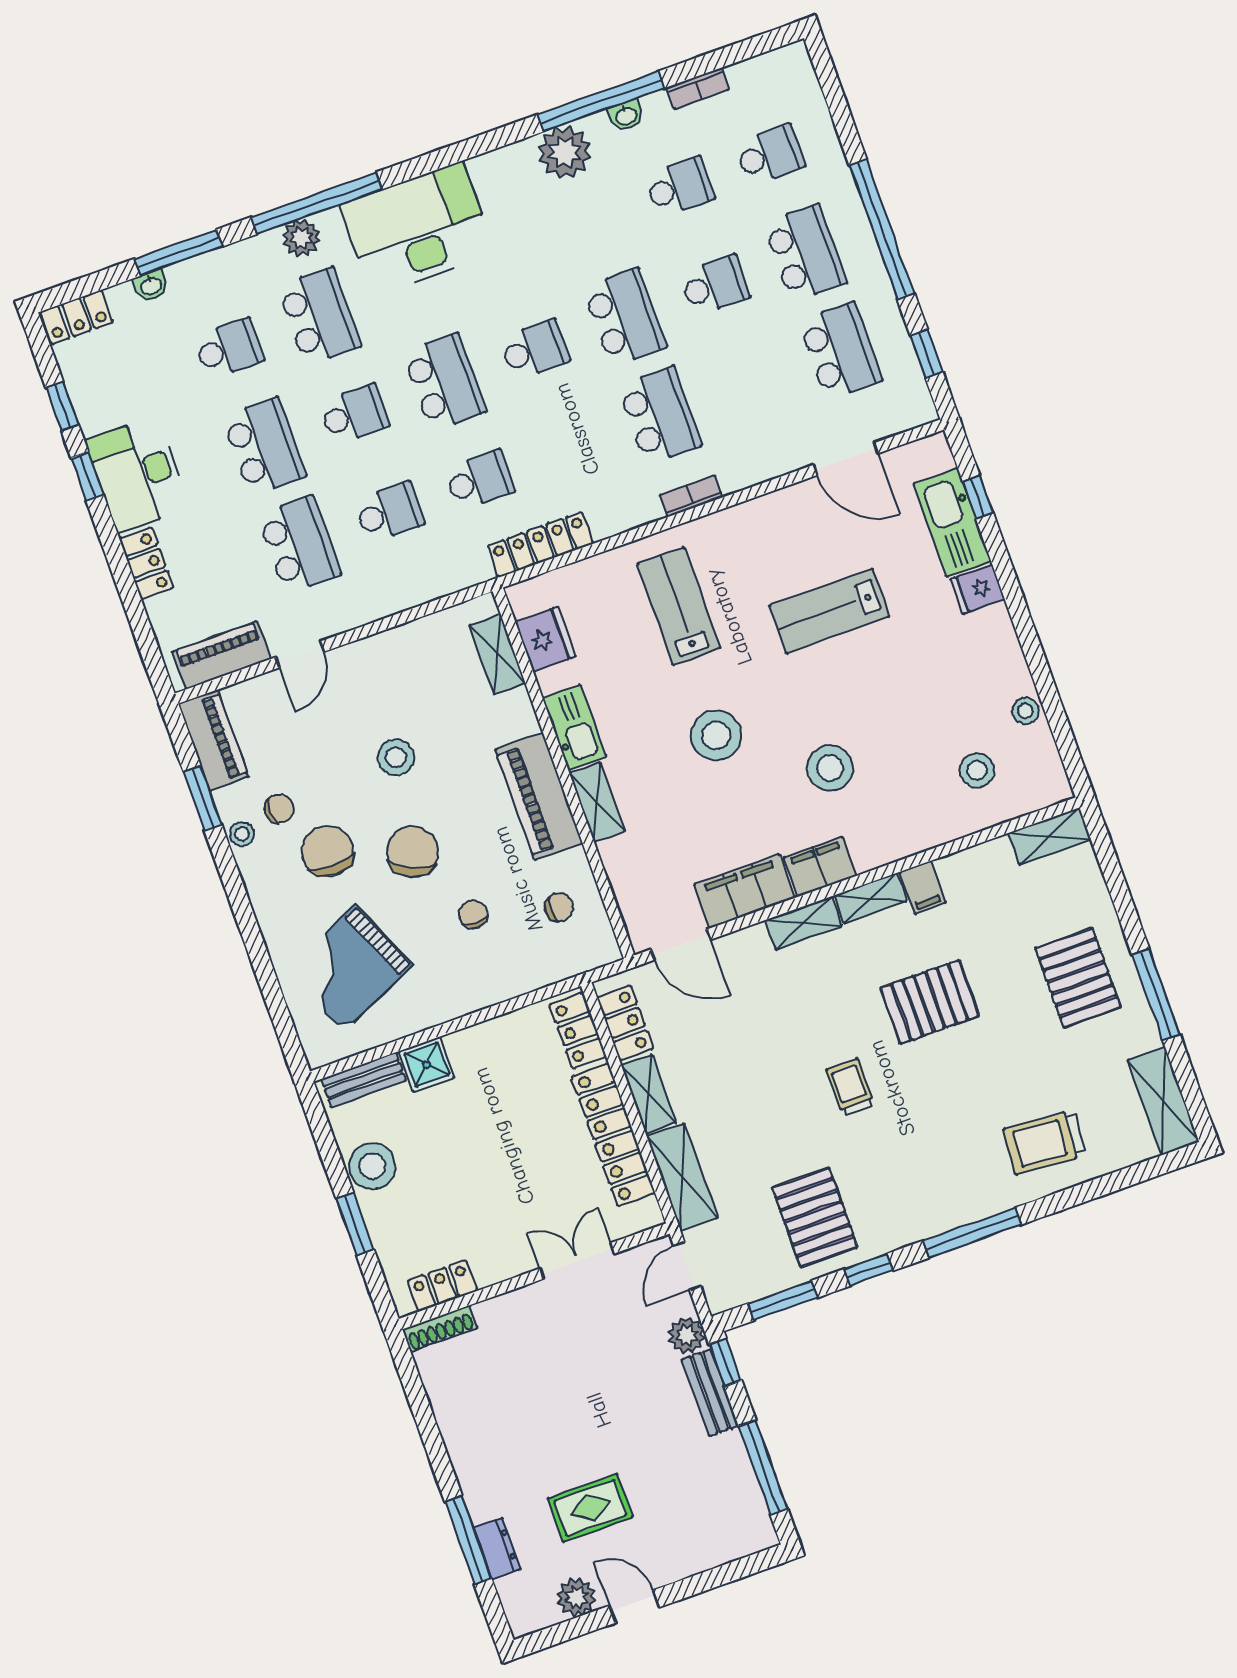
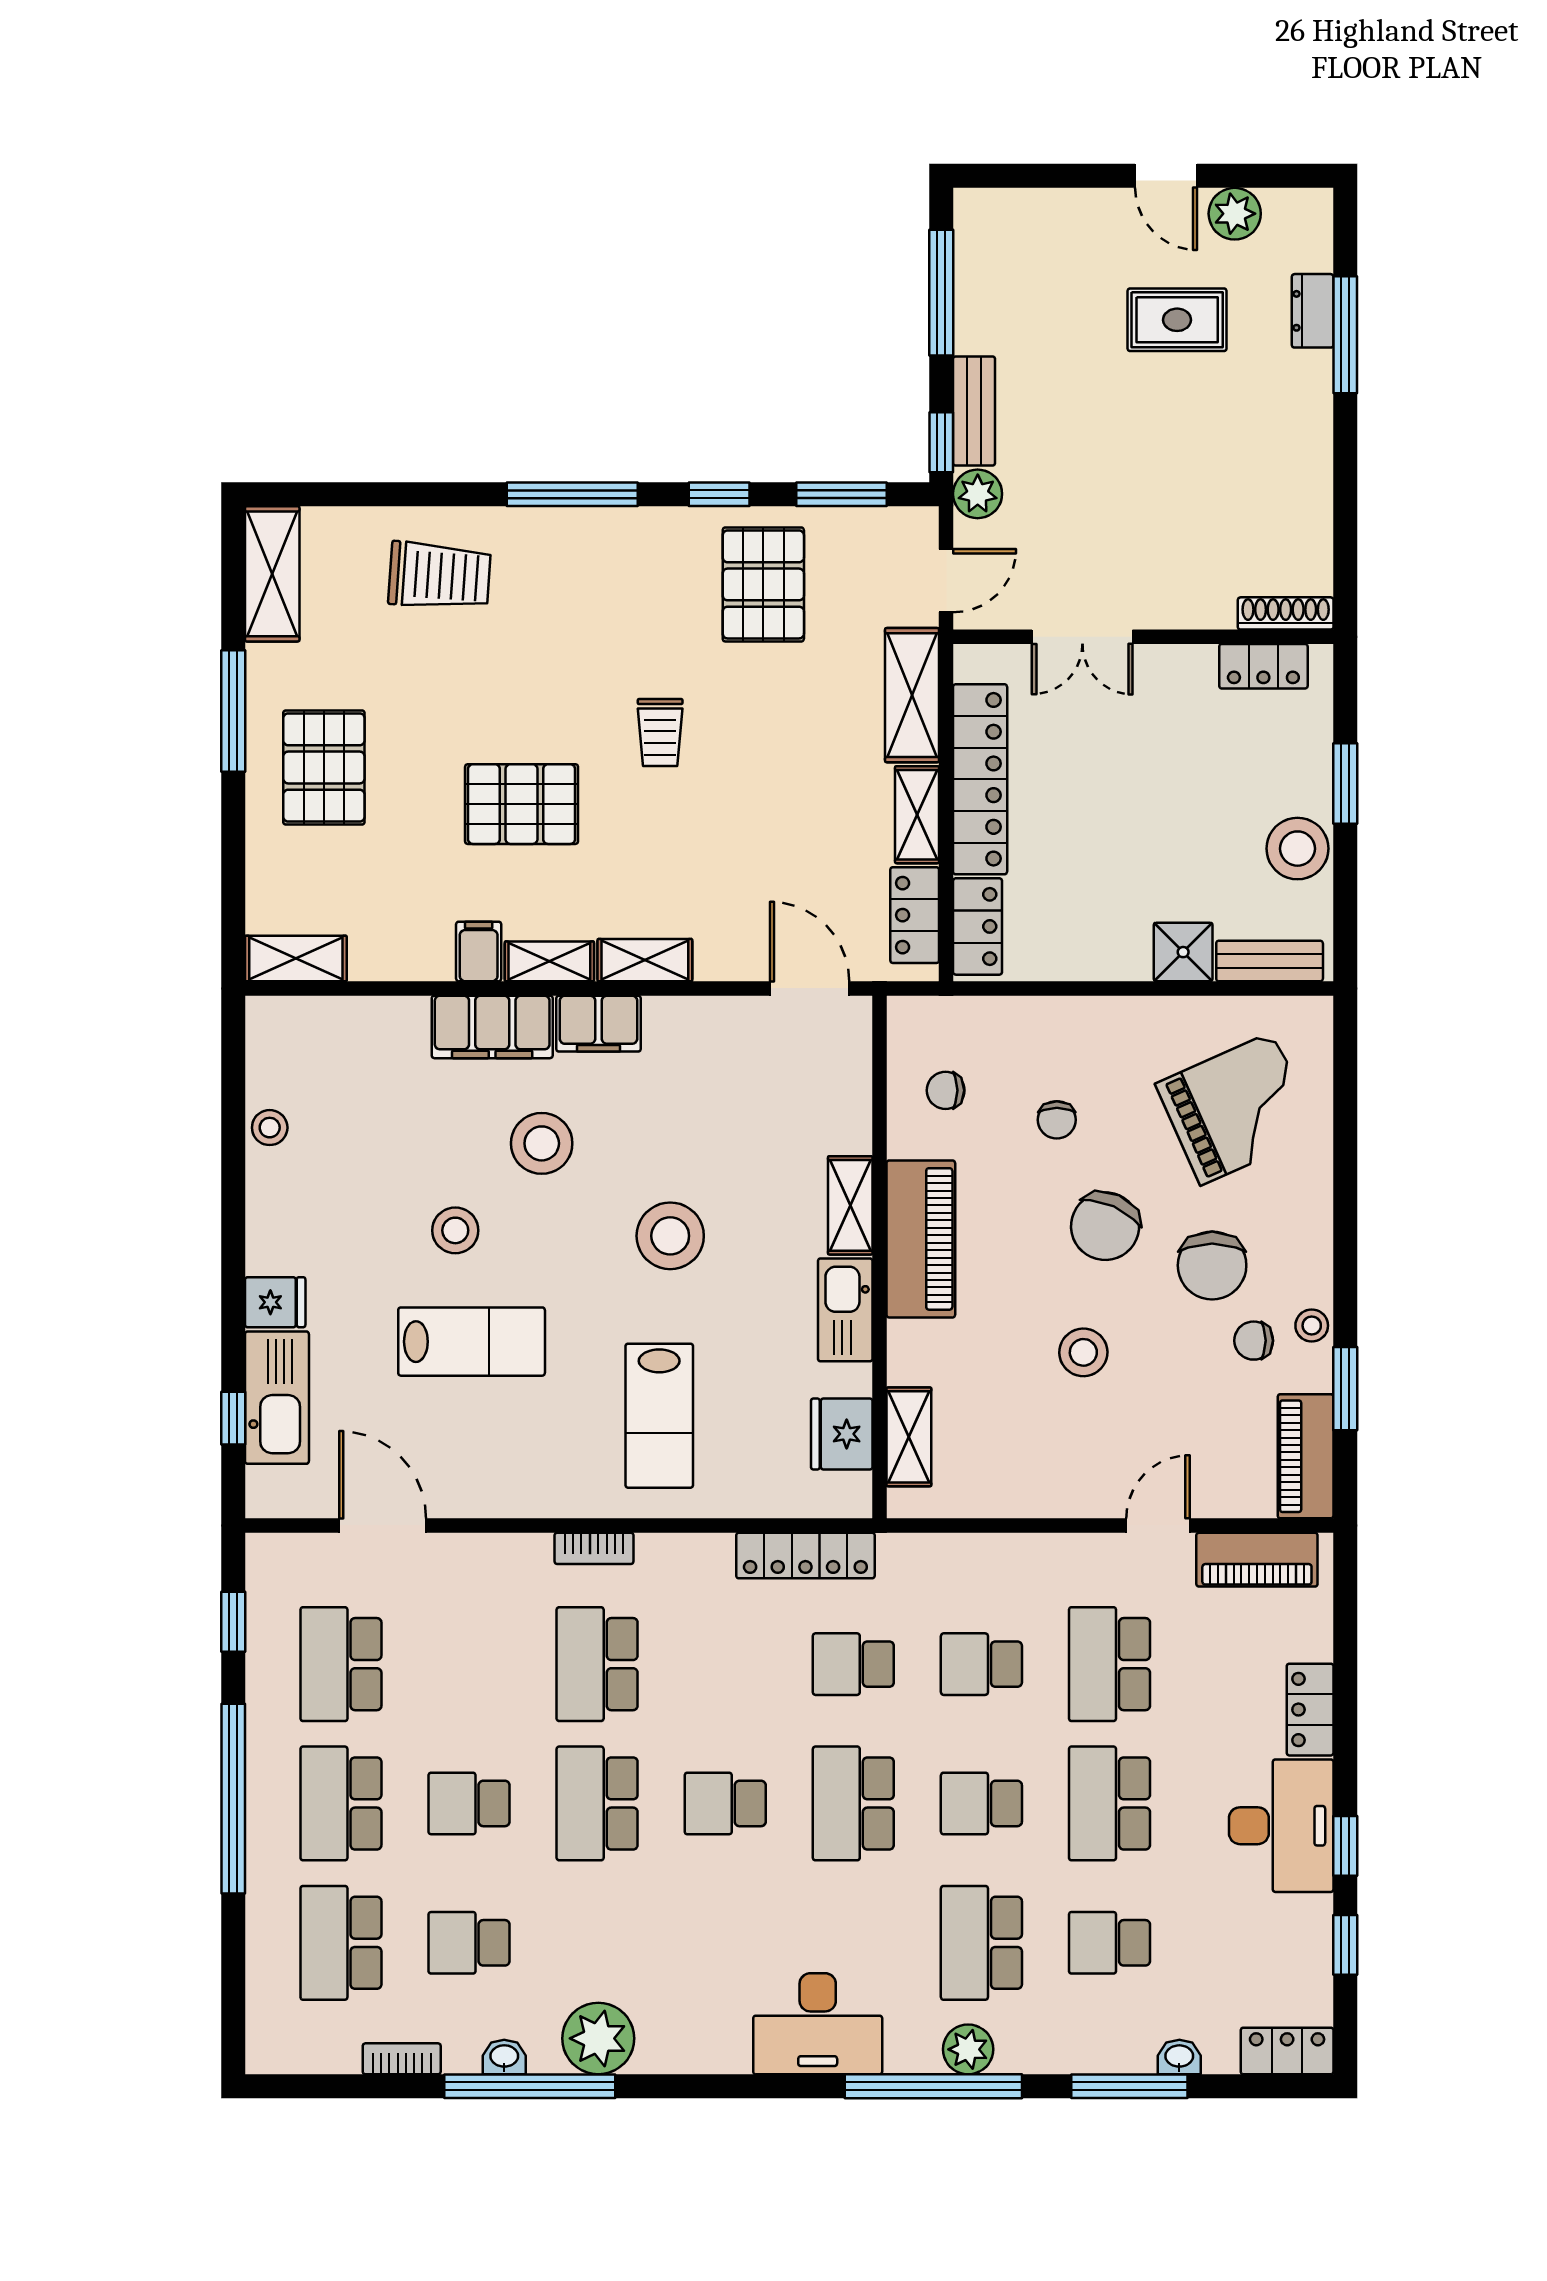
school desk: (770, 155) -> (341, 1943), width x1.85
desk: (418, 229) -> (818, 2024), width x0.73, depth x0.77
stool: (977, 770) -> (455, 1230), moved
filing cabinet: (744, 891) -> (492, 1027), moved

